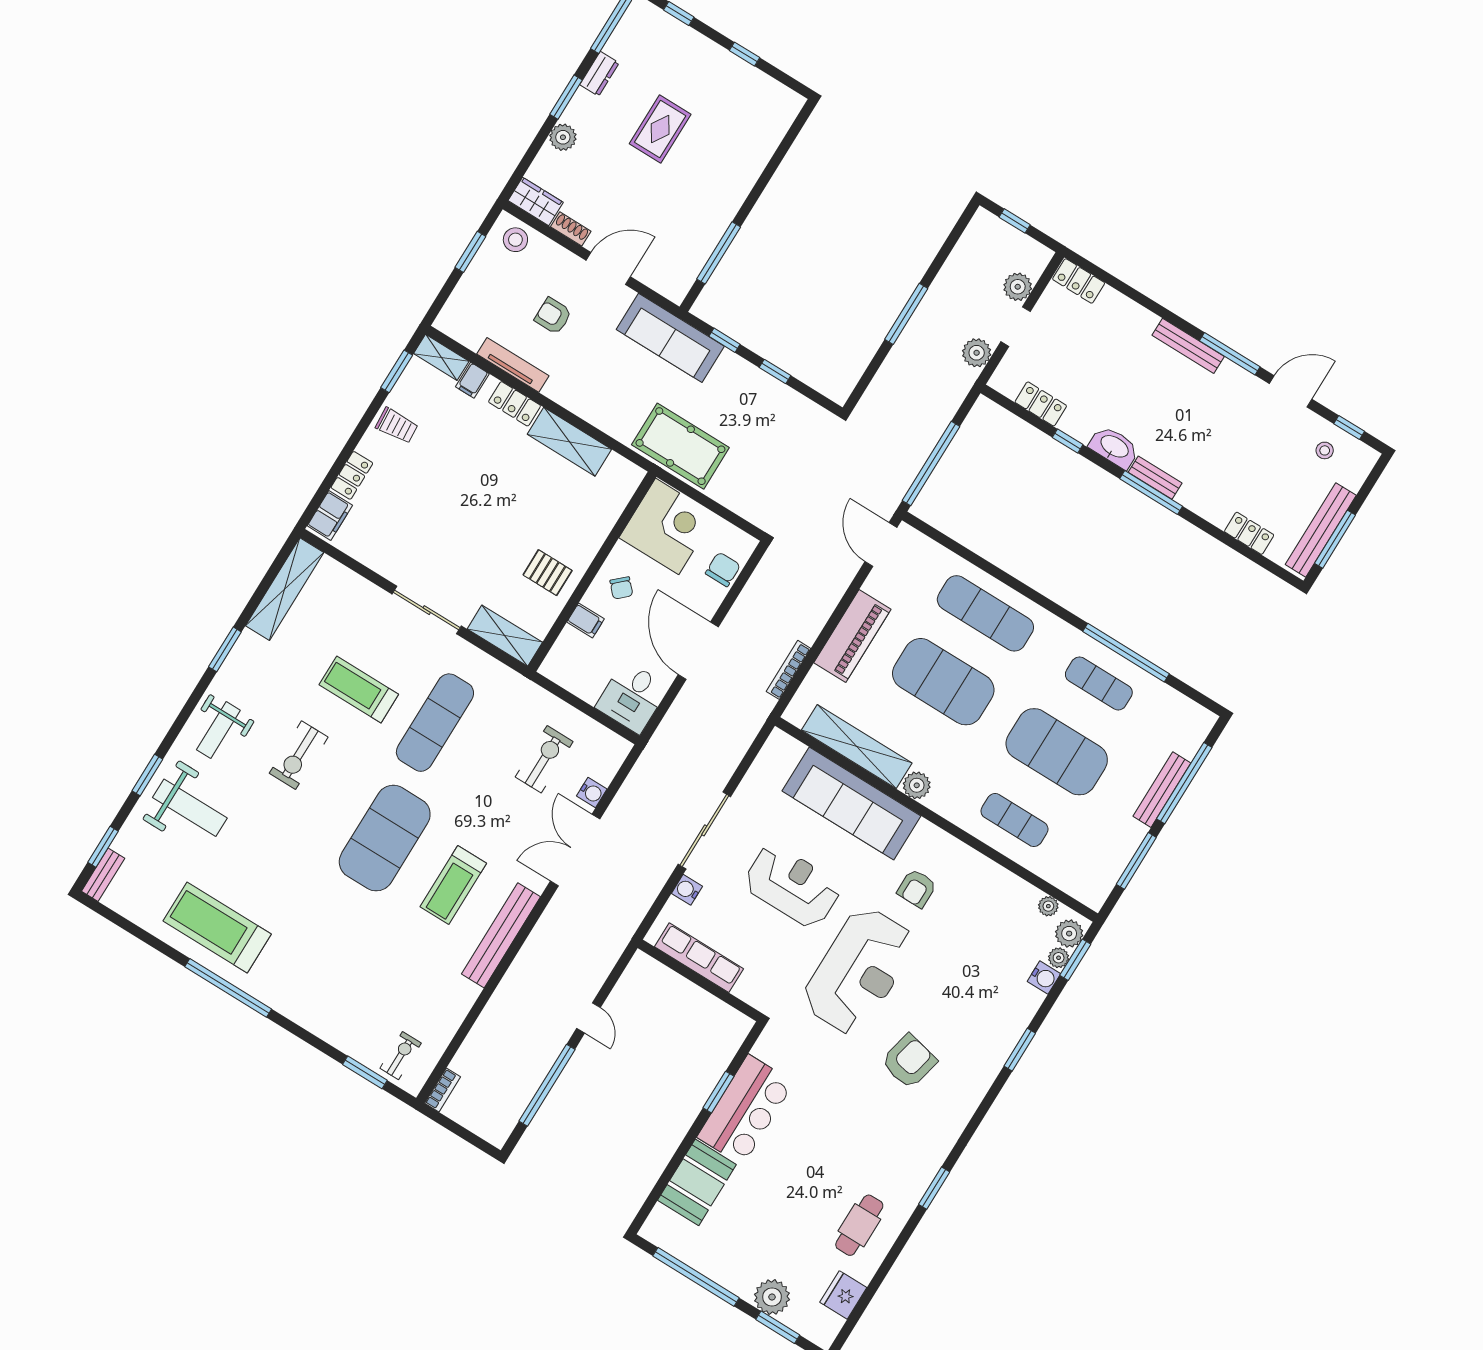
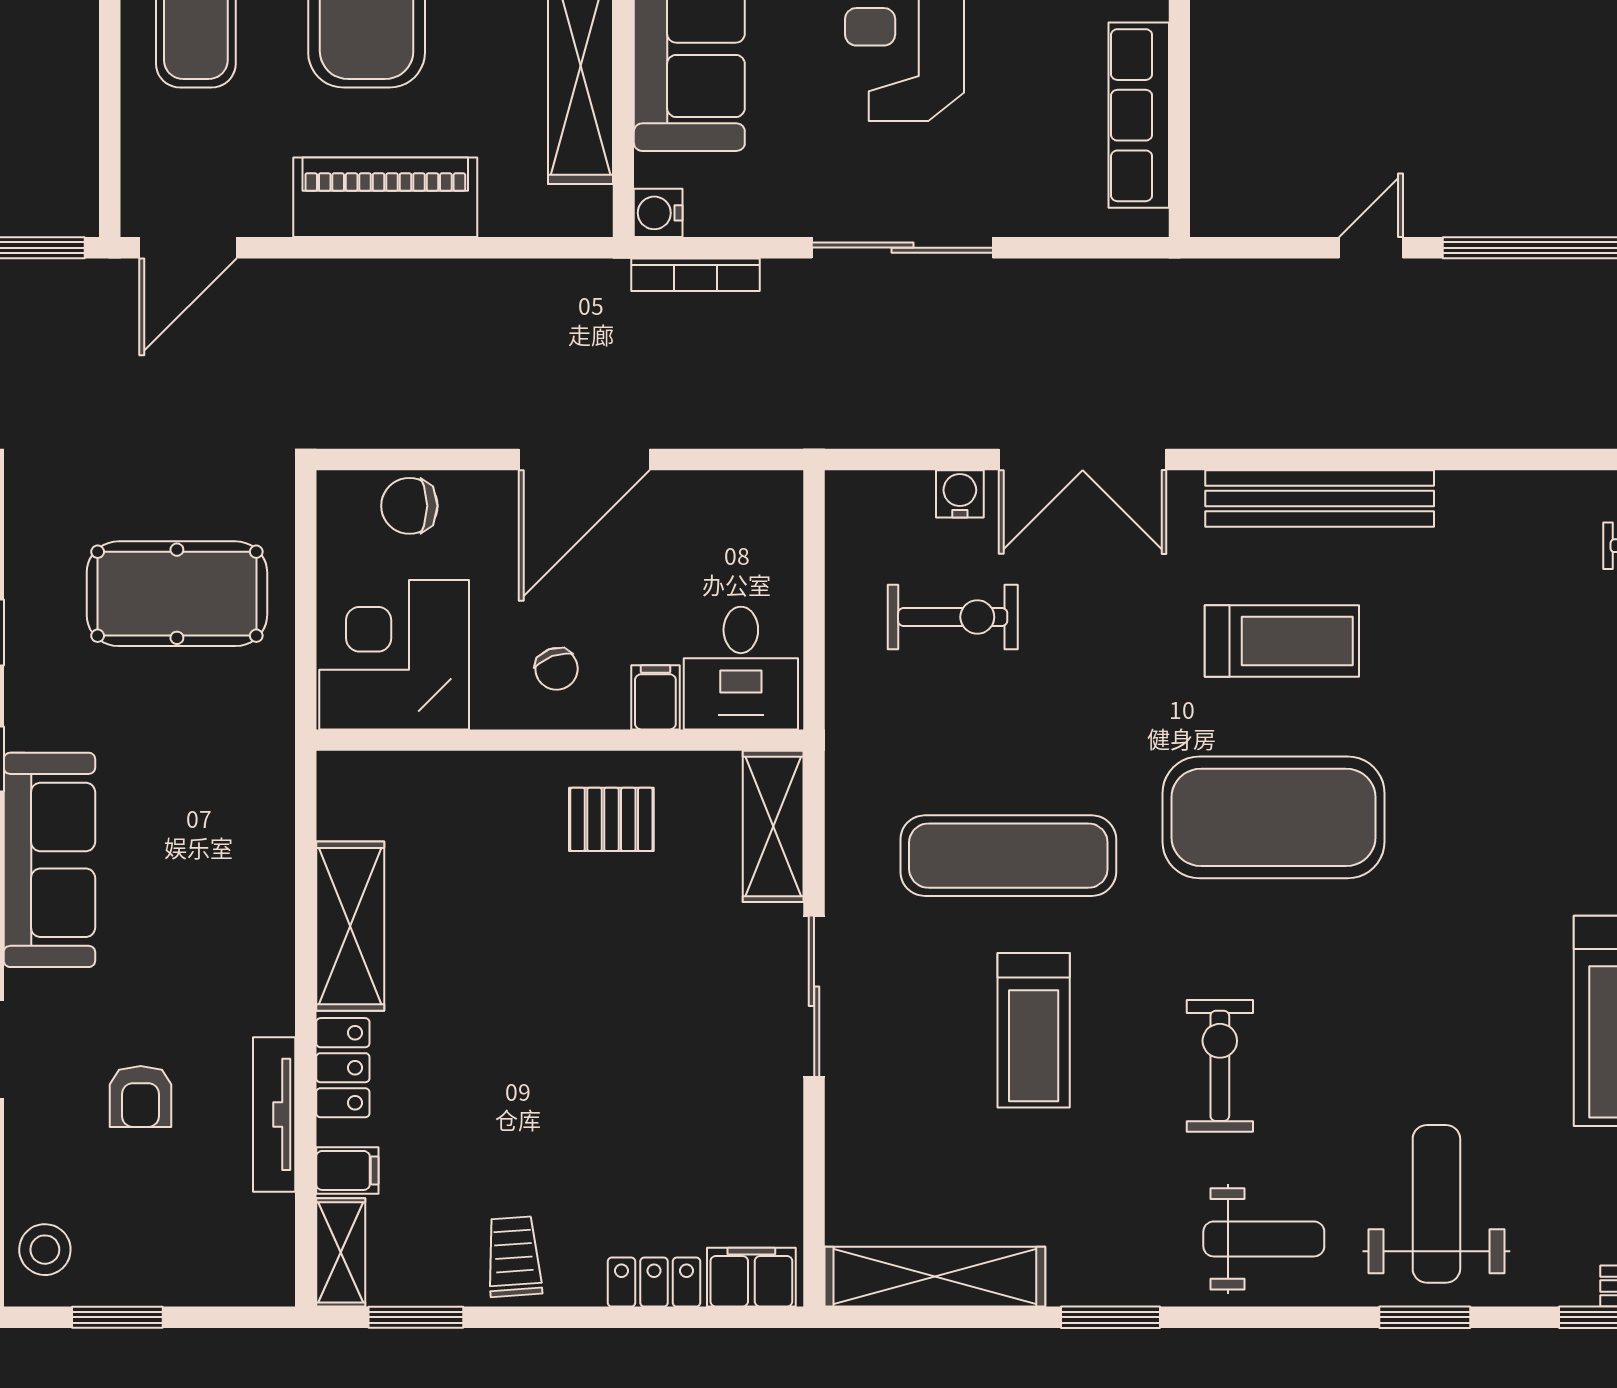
pool table: (680, 446) -> (177, 594), moved, turned 90
pallet: (548, 573) -> (611, 819), turned 90
chair: (621, 588) -> (557, 669), turned 113
bookcase: (789, 670) -> (696, 275), moved
desk: (632, 697) -> (741, 668), moved, turned 90
exercise bike: (299, 755) -> (1220, 1066), turned -90
exercise bike: (544, 759) -> (953, 617), turned 180
water cooler: (687, 890) -> (658, 213), moved, turned 90

